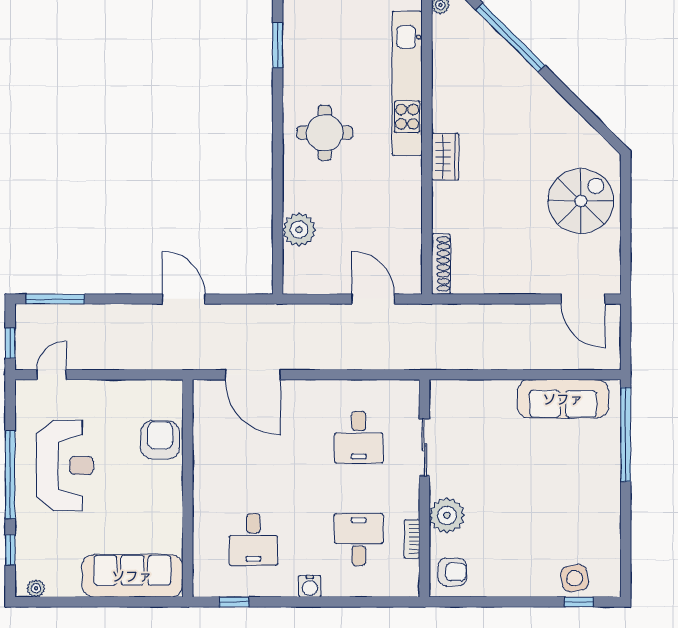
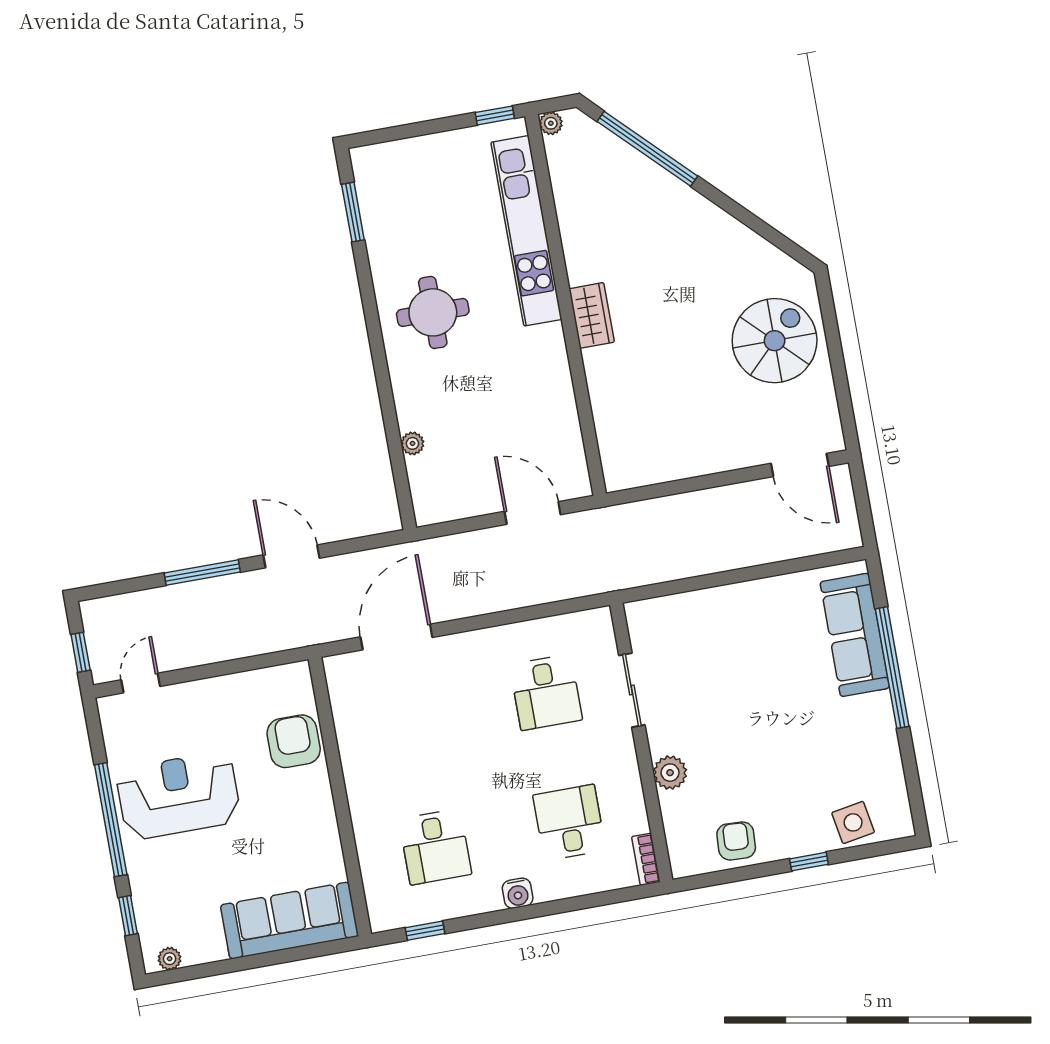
plant: (299, 230) -> (412, 443), width x0.53, depth x0.53
shoe rack: (441, 264) -> (611, 453), removed
window: (55, 299) -> (202, 572), moved
door: (253, 375) -> (396, 637), swing flipped
sofa: (563, 399) -> (855, 635), moved, turned 90
window: (626, 434) -> (892, 668), moved
reception desk: (65, 465) -> (178, 796), turned -90
plant: (447, 515) -> (670, 773), width x0.73, depth x0.73
bookcase: (412, 539) -> (646, 859), moved
armchair: (452, 572) -> (736, 841), moved, turned -87
window: (579, 602) -> (809, 862), moved

